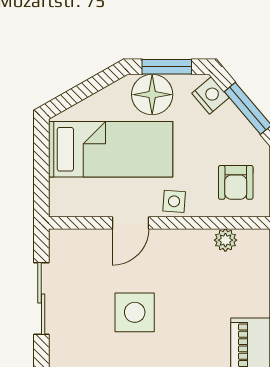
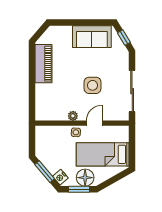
armchair: (236, 182) -> (50, 140), removed
plant: (225, 240) -> (73, 116), moved
sliding door: (41, 298) -> (132, 91), width x1.37

